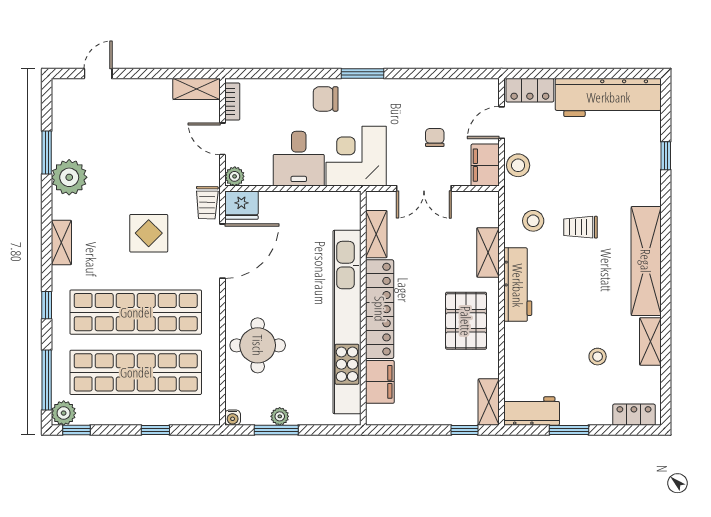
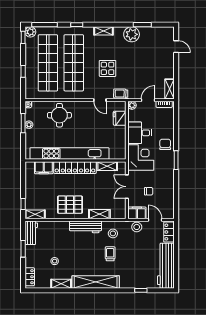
fridge: (241, 205) -> (120, 118), moved
door: (222, 251) -> (100, 100), width x0.53

